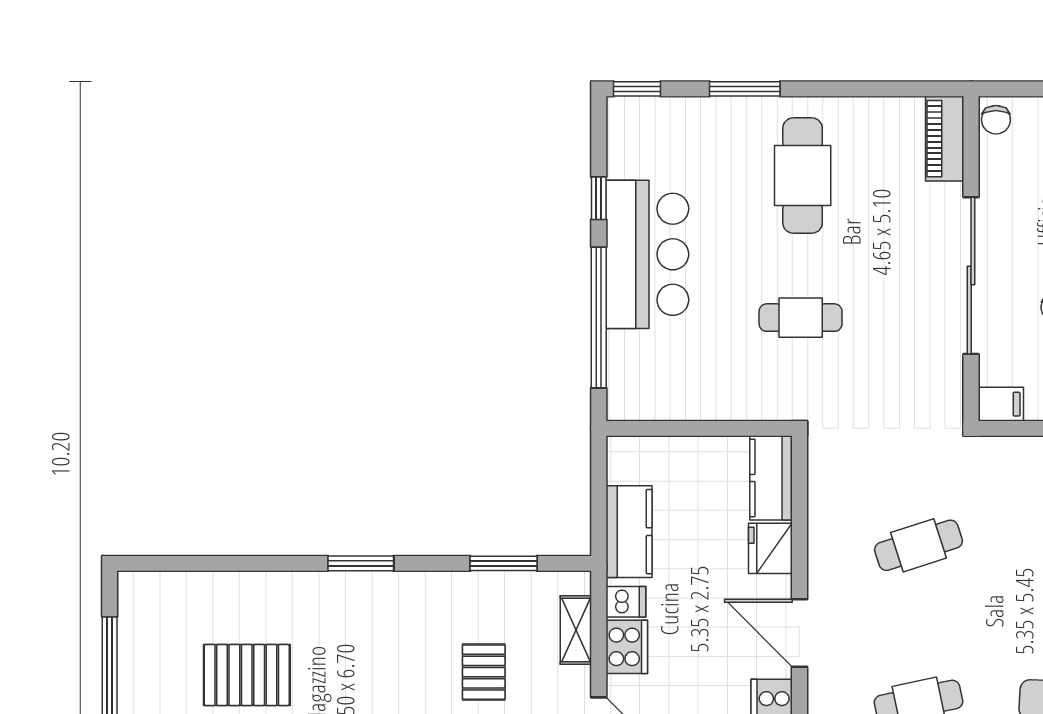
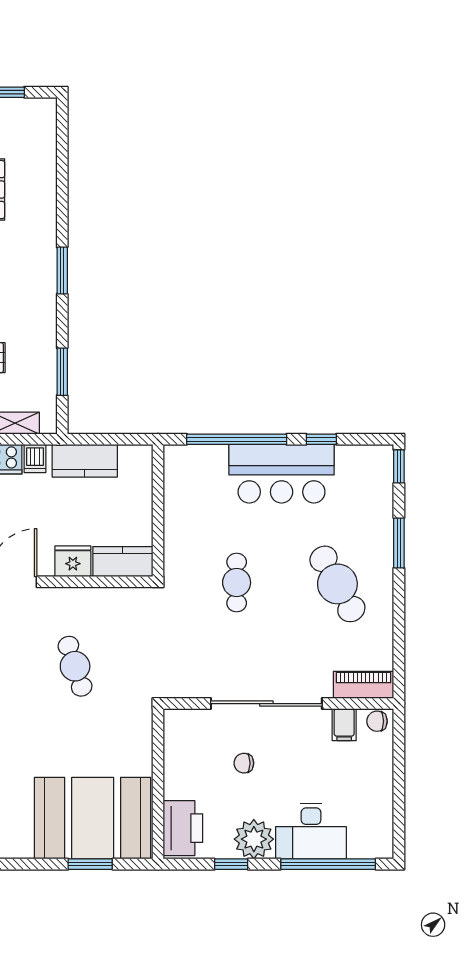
cafe table: (803, 176) -> (337, 584), turned 61
filing cabinet: (1001, 404) -> (344, 725), moved

